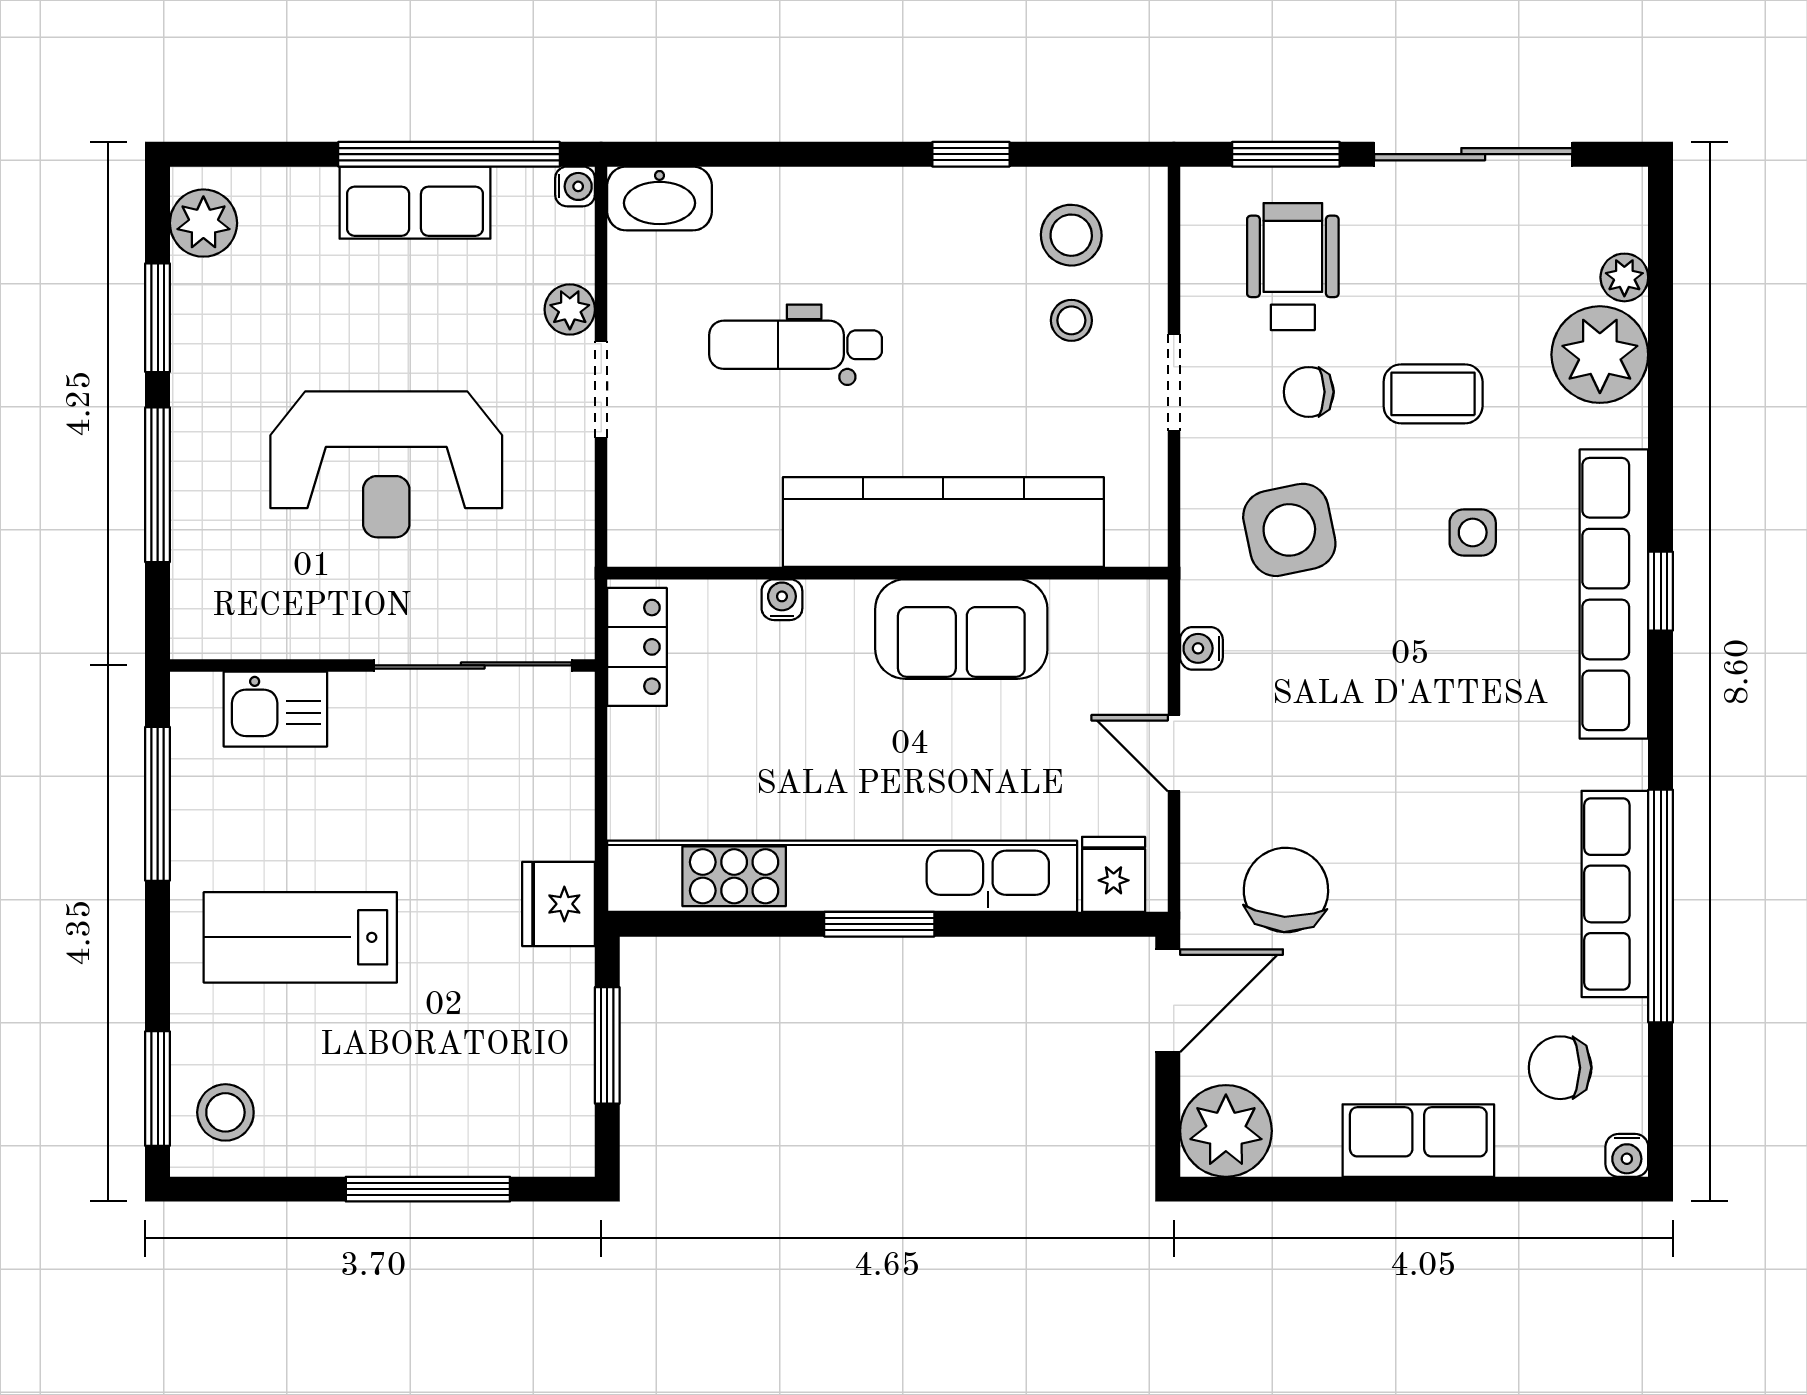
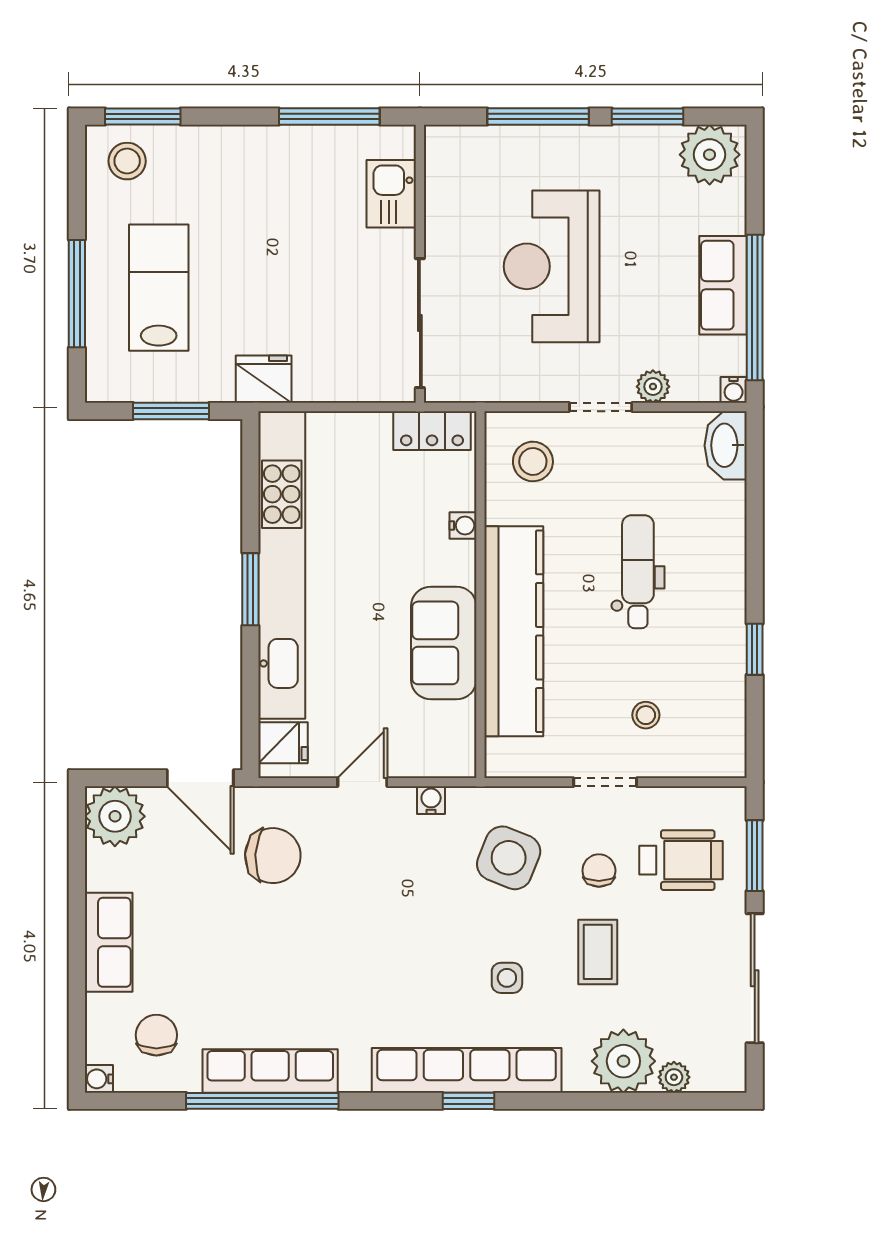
plant: (203, 223) -> (710, 155), width x1.36, depth x1.36
stool: (1071, 235) -> (533, 461), moved
dental chair: (796, 345) -> (638, 572), moved
side table: (1289, 530) -> (509, 858), turned 34
lab bench: (300, 937) -> (159, 288), moved

